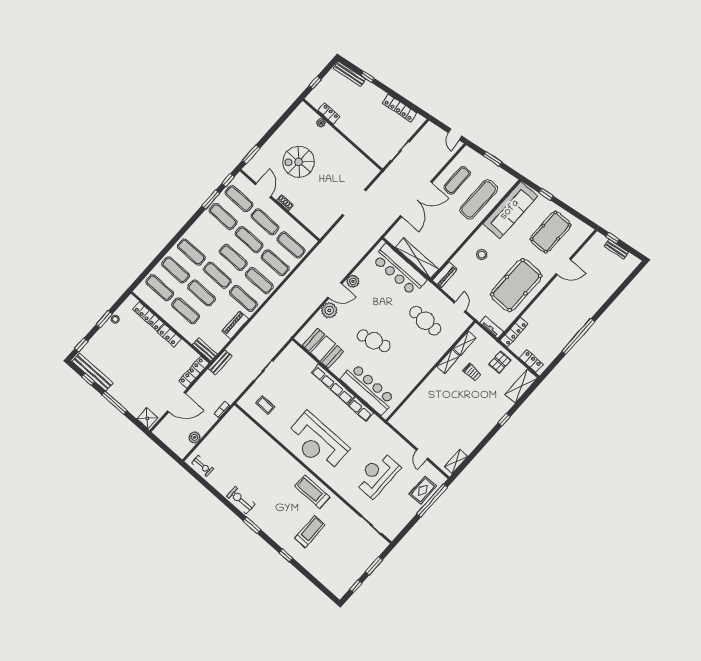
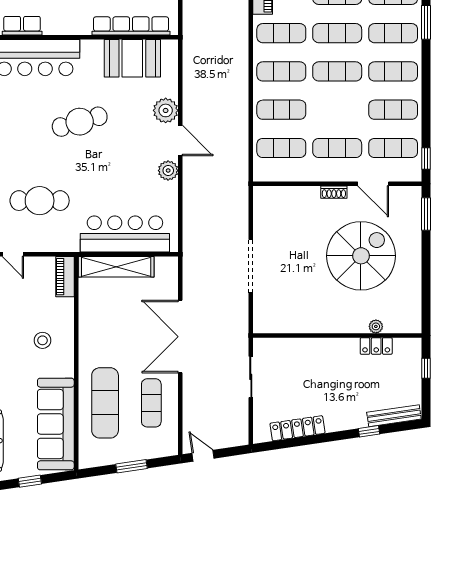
spiral stairs: (299, 162) -> (361, 256), width x1.37, depth x1.37
window: (211, 200) -> (426, 22), moved
exercise mat: (249, 240) -> (393, 71), moved
door: (335, 290) -> (180, 140), swing flipped
row of seats: (333, 384) -> (131, 26), moved

